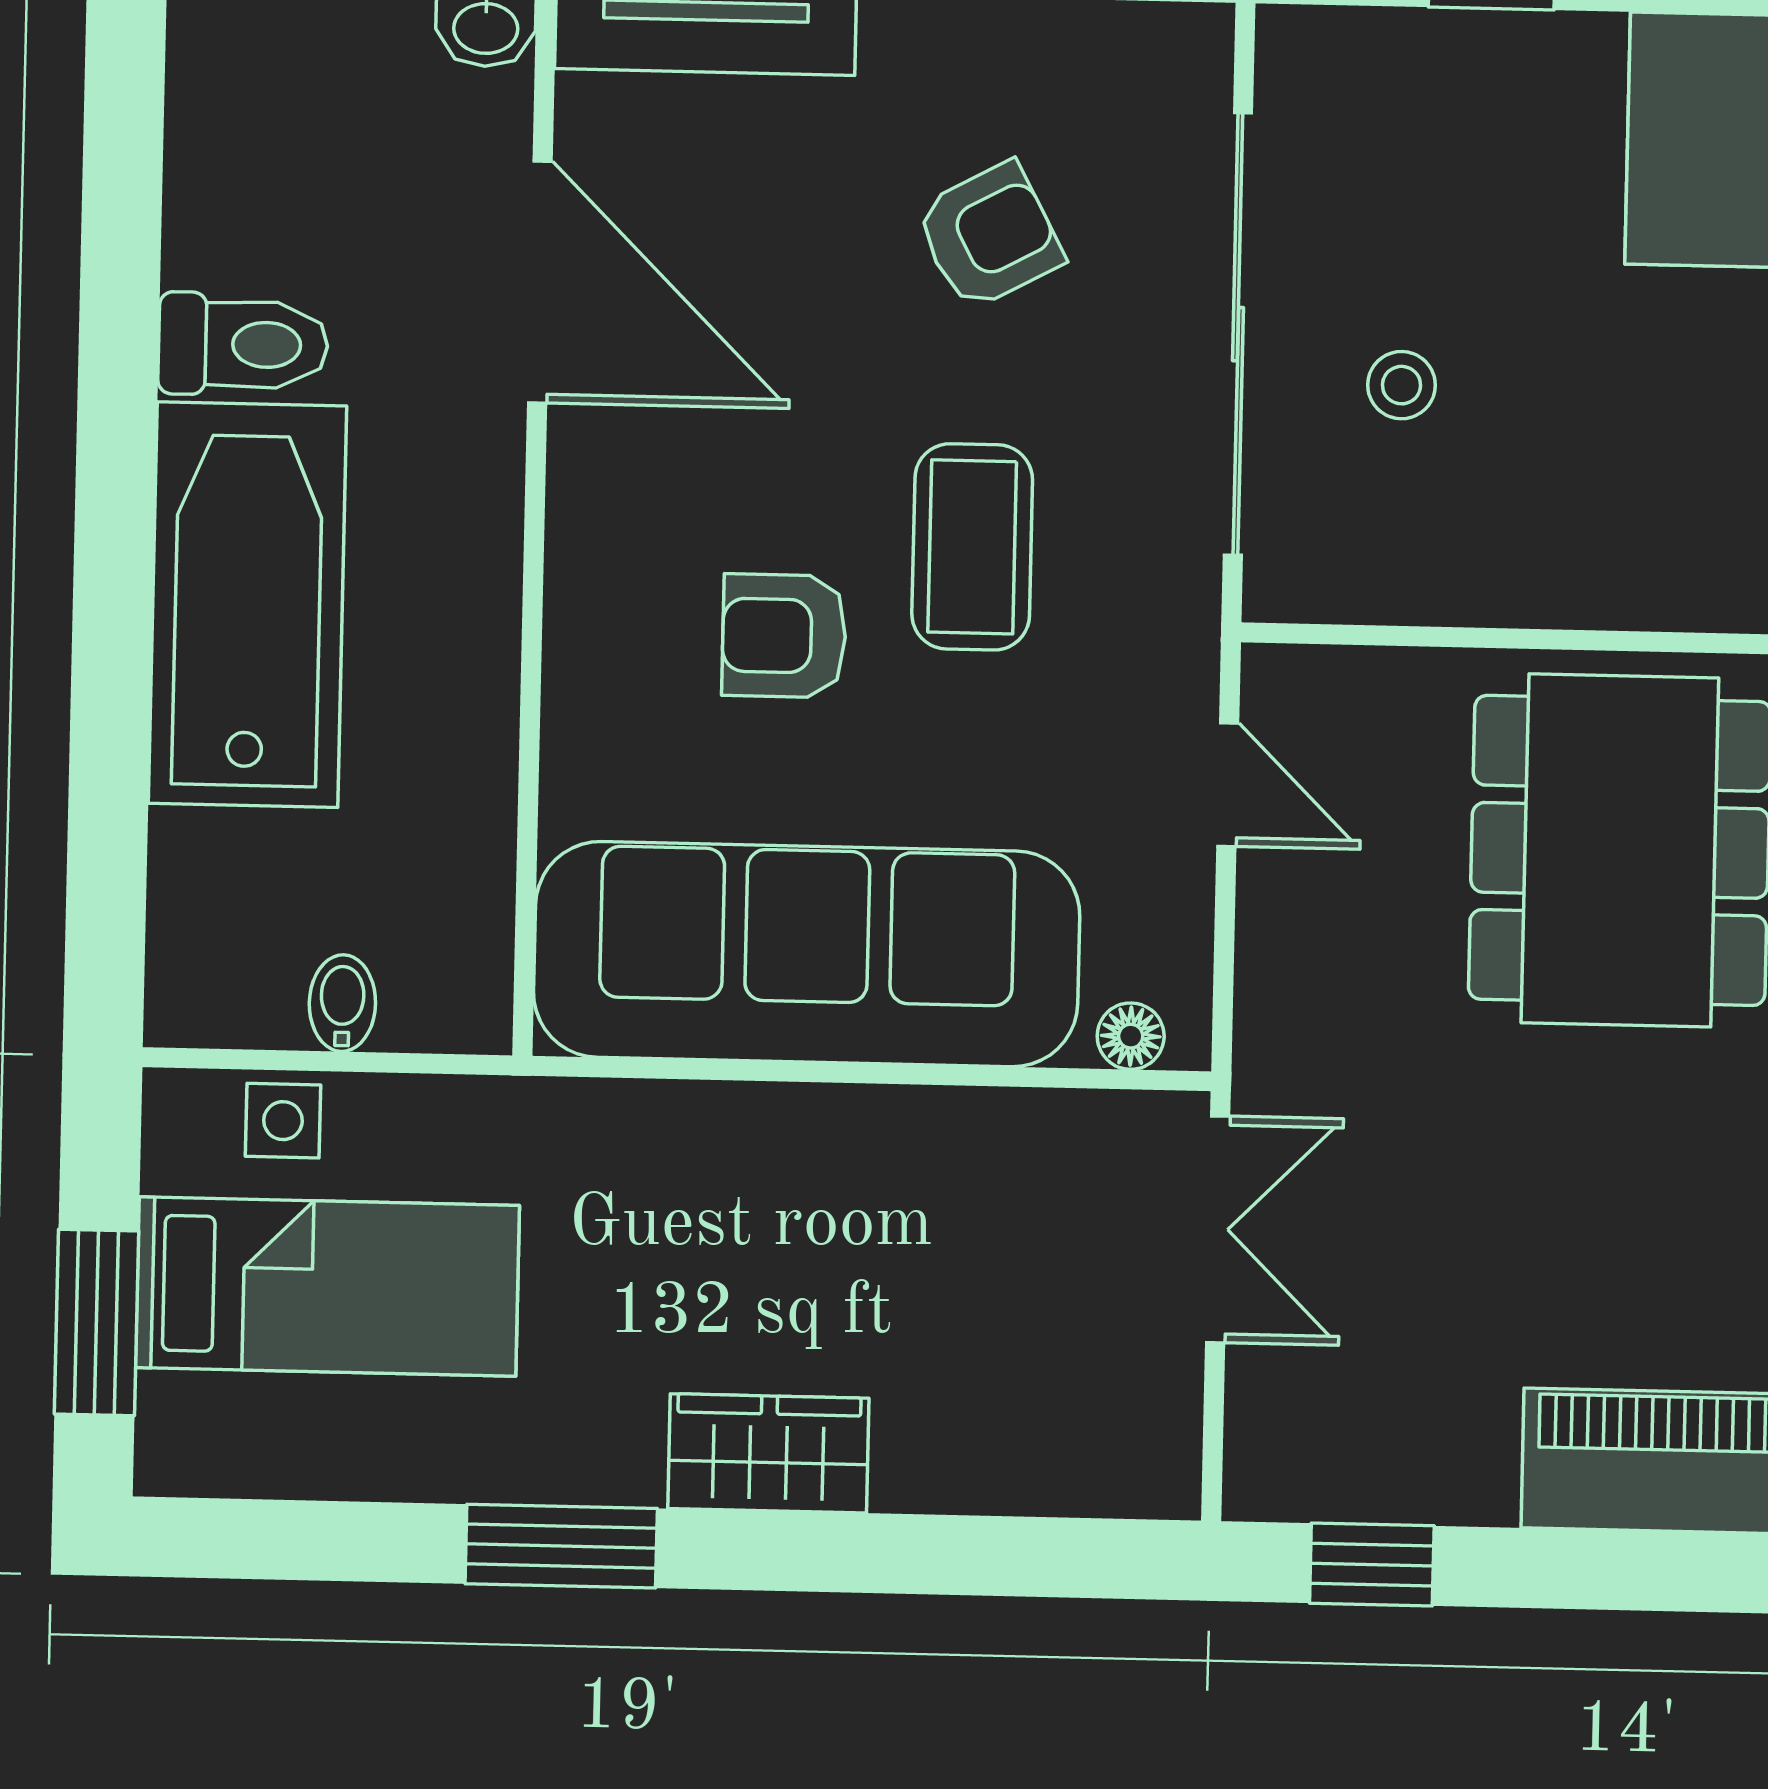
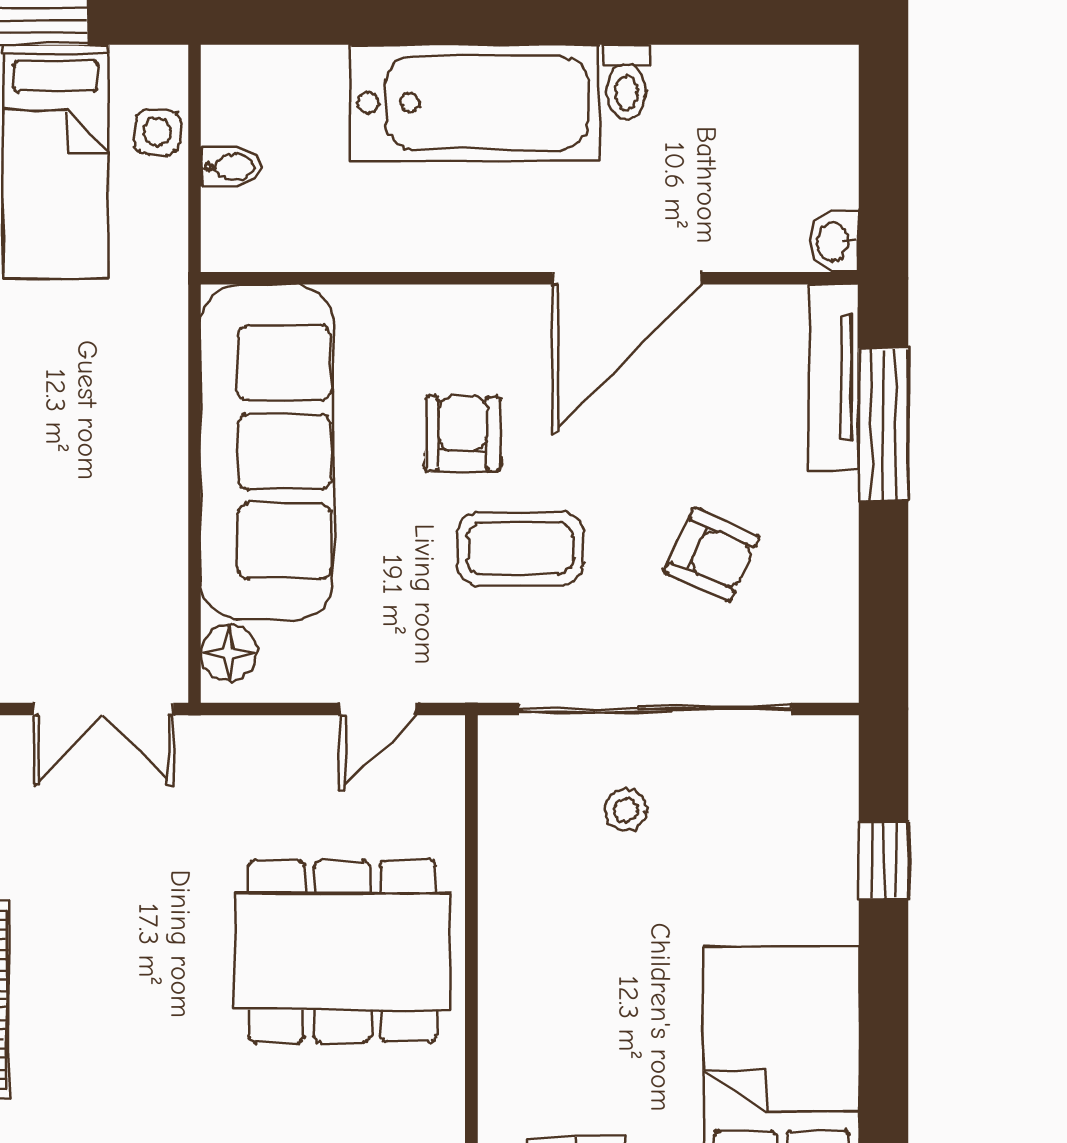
armchair: (989, 236) -> (712, 554), turned -38
door: (540, 282) -> (627, 278), moved
toilet: (243, 344) -> (626, 82), width x0.73, depth x0.72
floor lamp: (1131, 1036) -> (229, 653), width x1.37, depth x1.37

